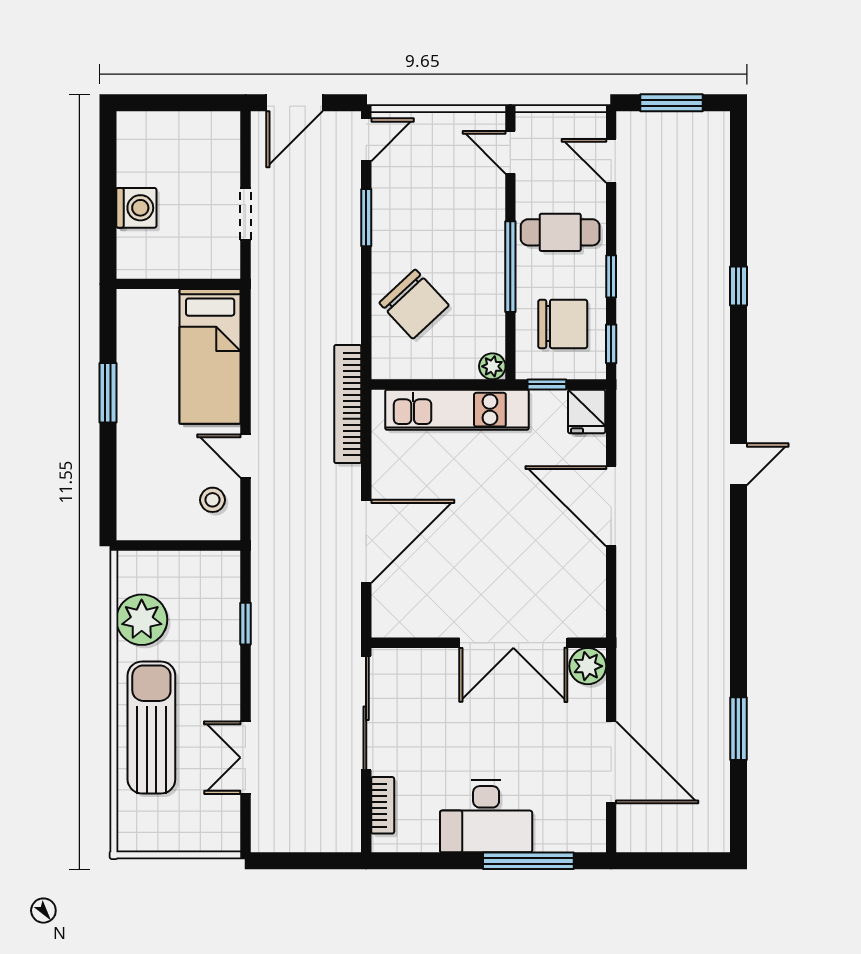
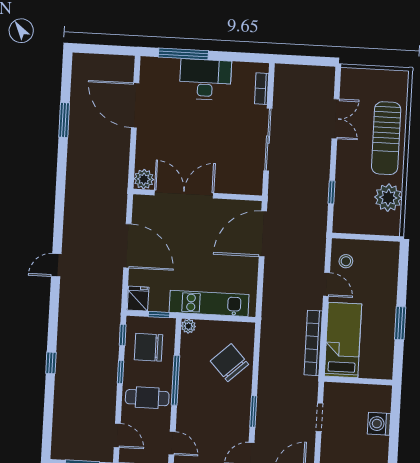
bookcase: (348, 404) -> (313, 343), moved, turned 180
wall: (489, 643) -> (198, 195), moved
double door: (513, 643) -> (184, 194), moved
plant: (588, 666) -> (144, 179), moved

